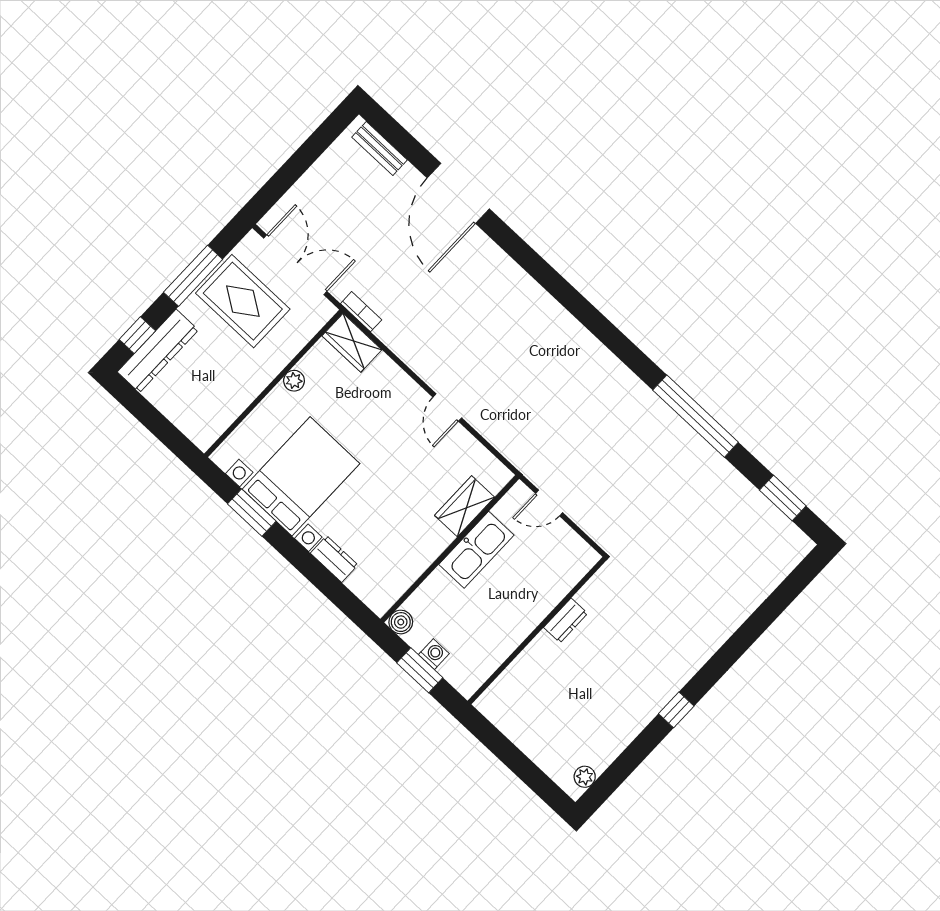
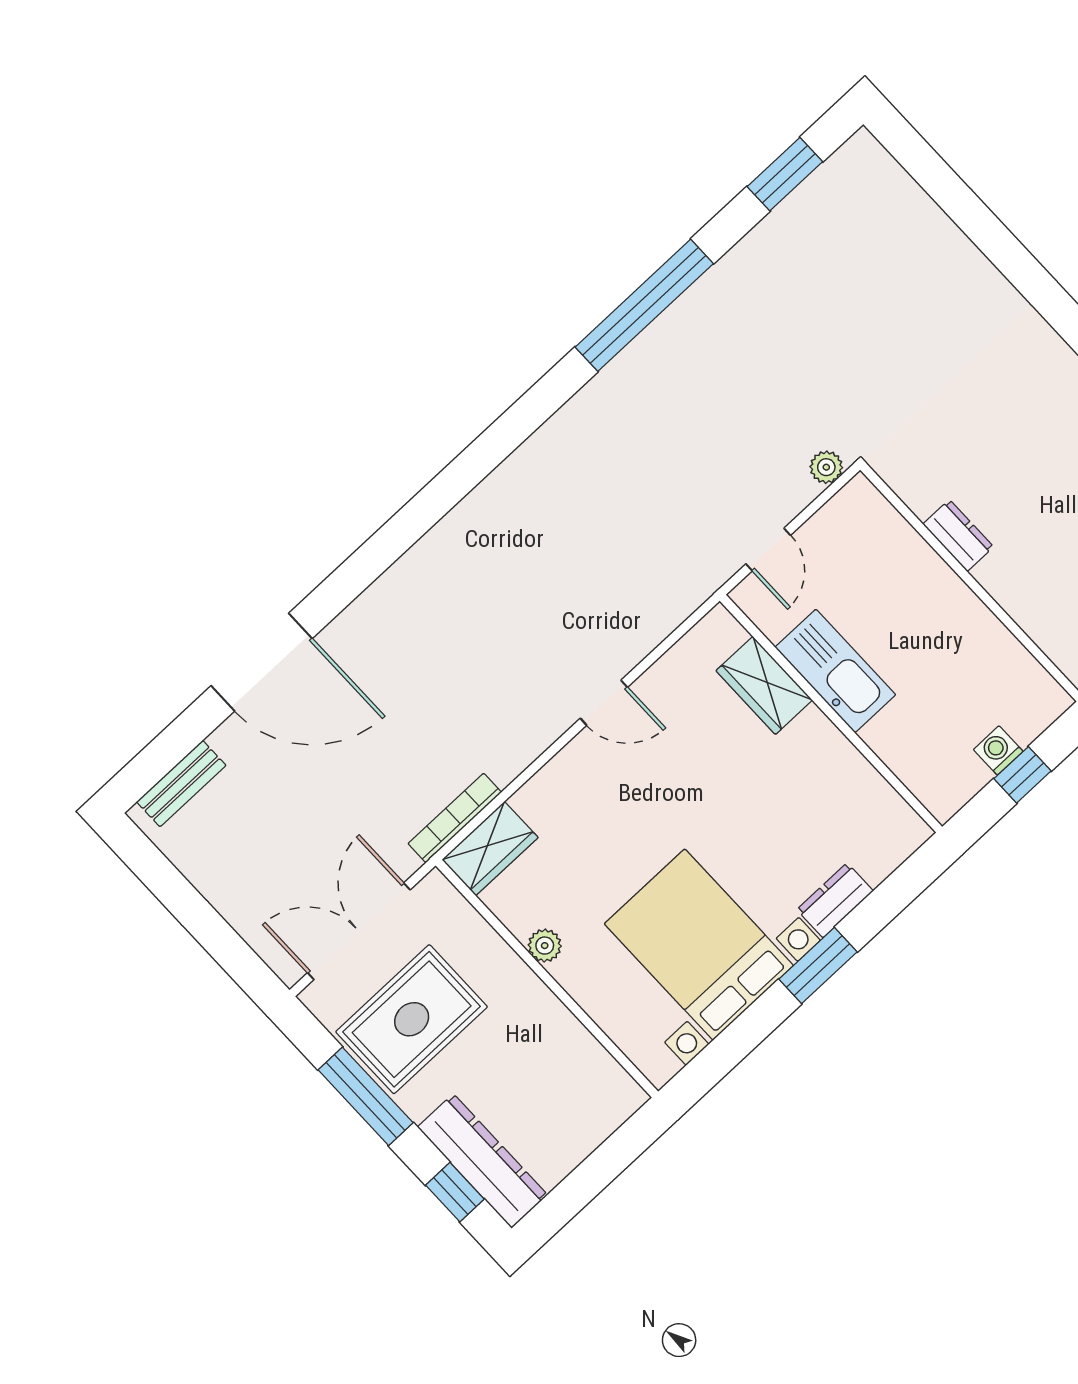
bookcase: (361, 312) -> (455, 818), width x1.56
window: (252, 513) -> (818, 966), moved
plant: (603, 536) -> (826, 467), added
boiler: (401, 622) -> (943, 800), removed
window: (420, 670) -> (1023, 775), width x0.67

